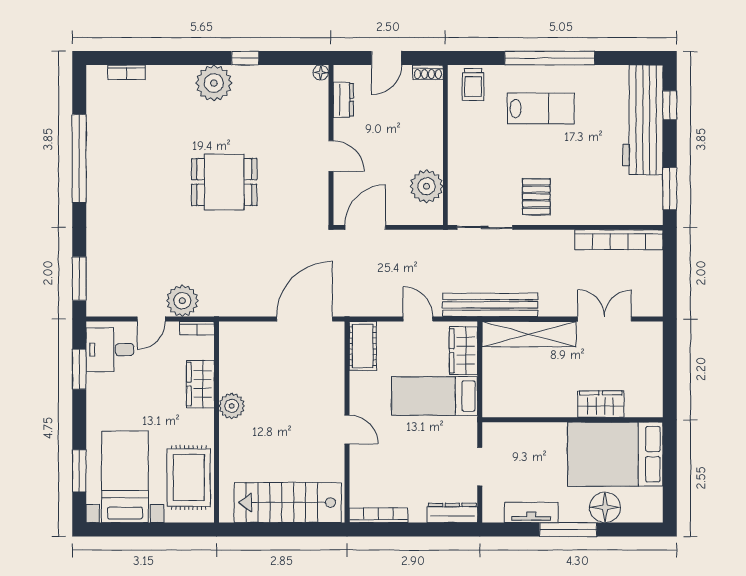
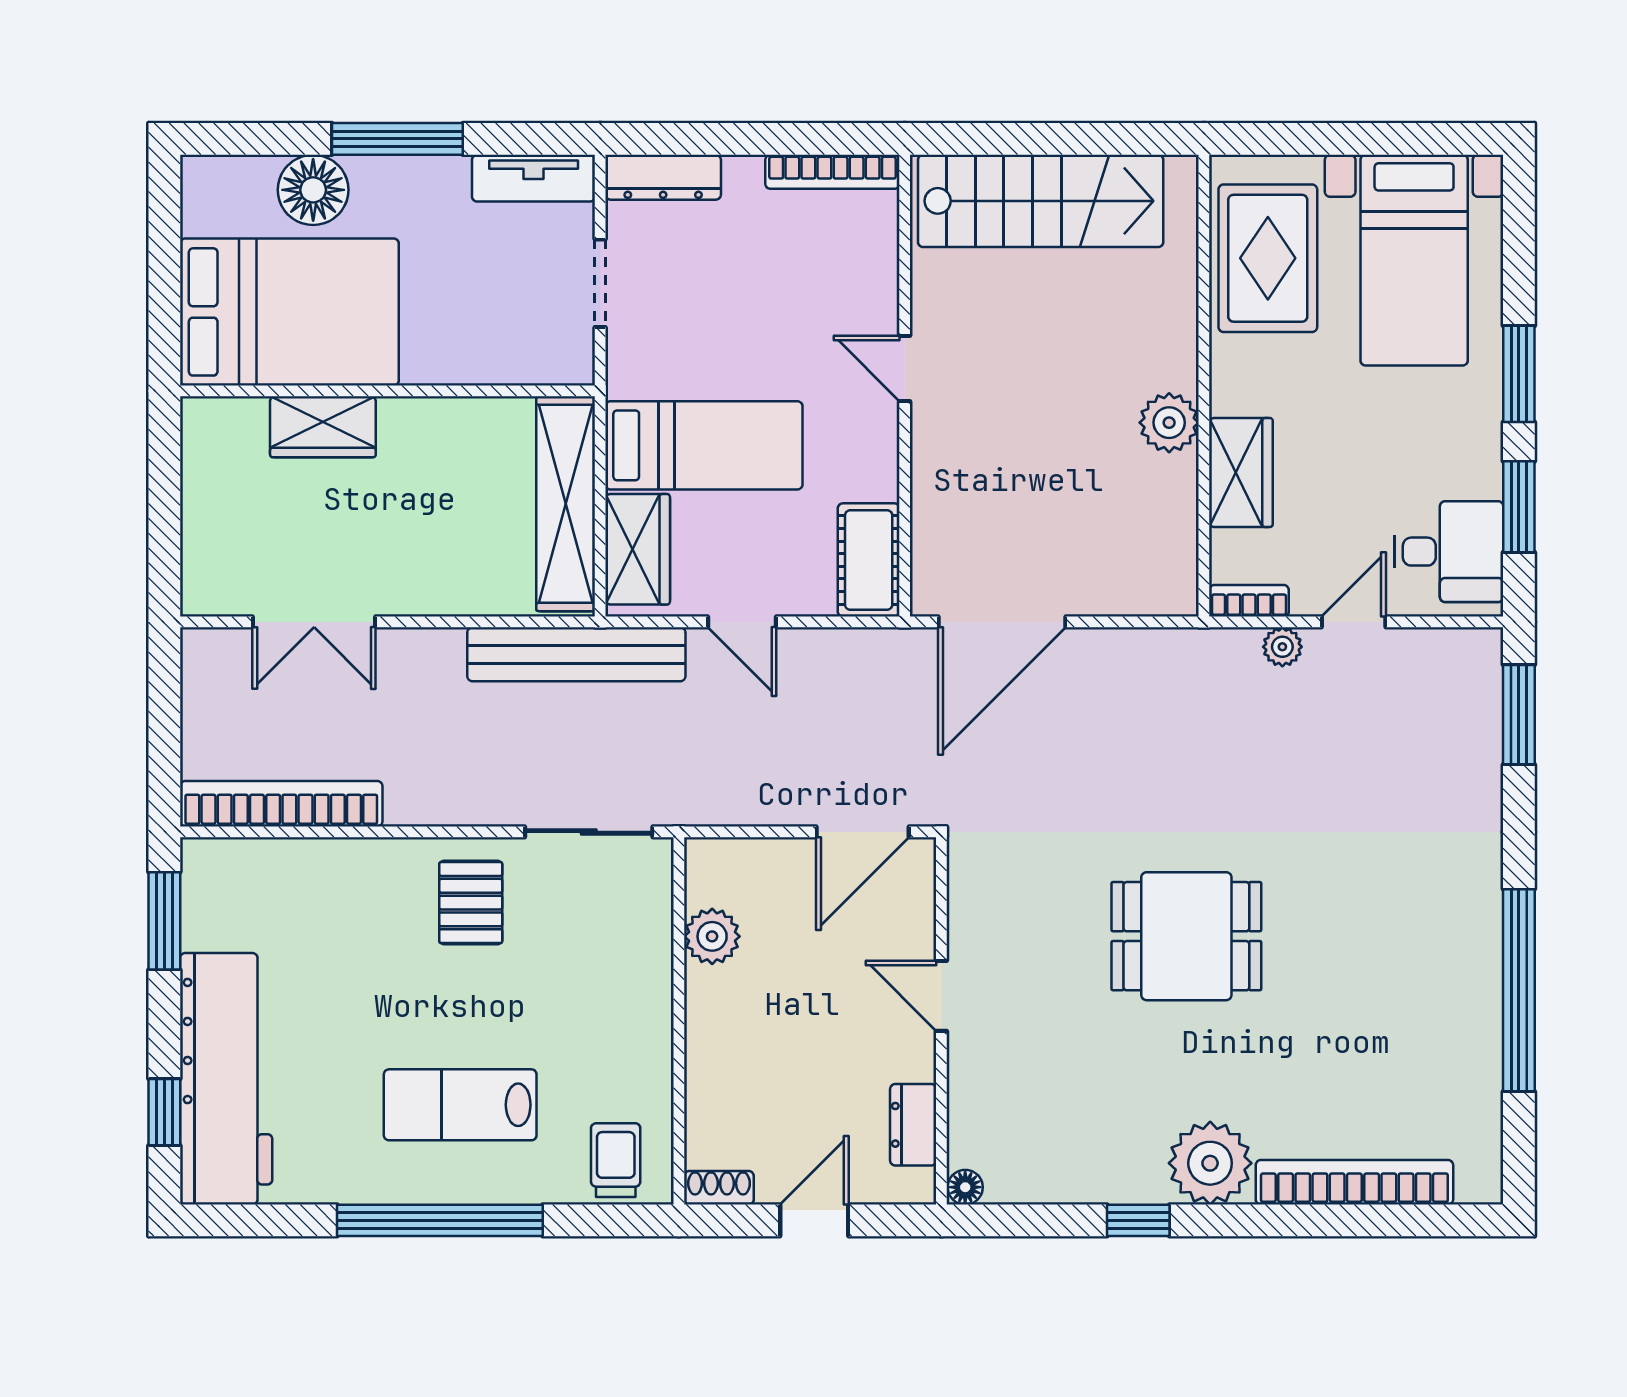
bookcase: (127, 72) -> (1354, 1182), width x2.31, depth x1.31
plant: (427, 186) -> (712, 936), width x0.73, depth x0.73
plant: (182, 301) -> (1282, 647), width x0.53, depth x0.53
shelving: (529, 334) -> (566, 504), moved, turned 90
window: (79, 471) -> (1519, 374), moved
tv unit: (531, 512) -> (534, 178), moved

